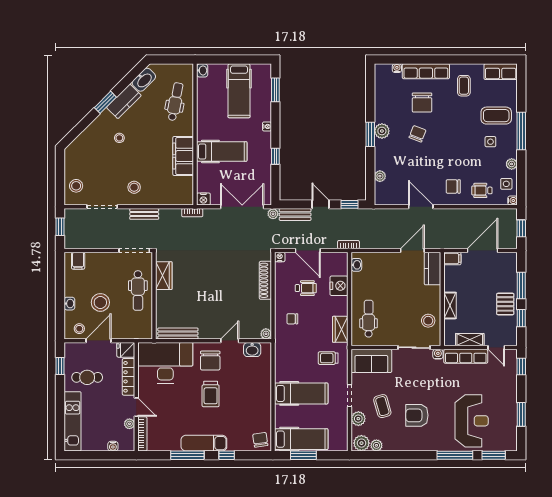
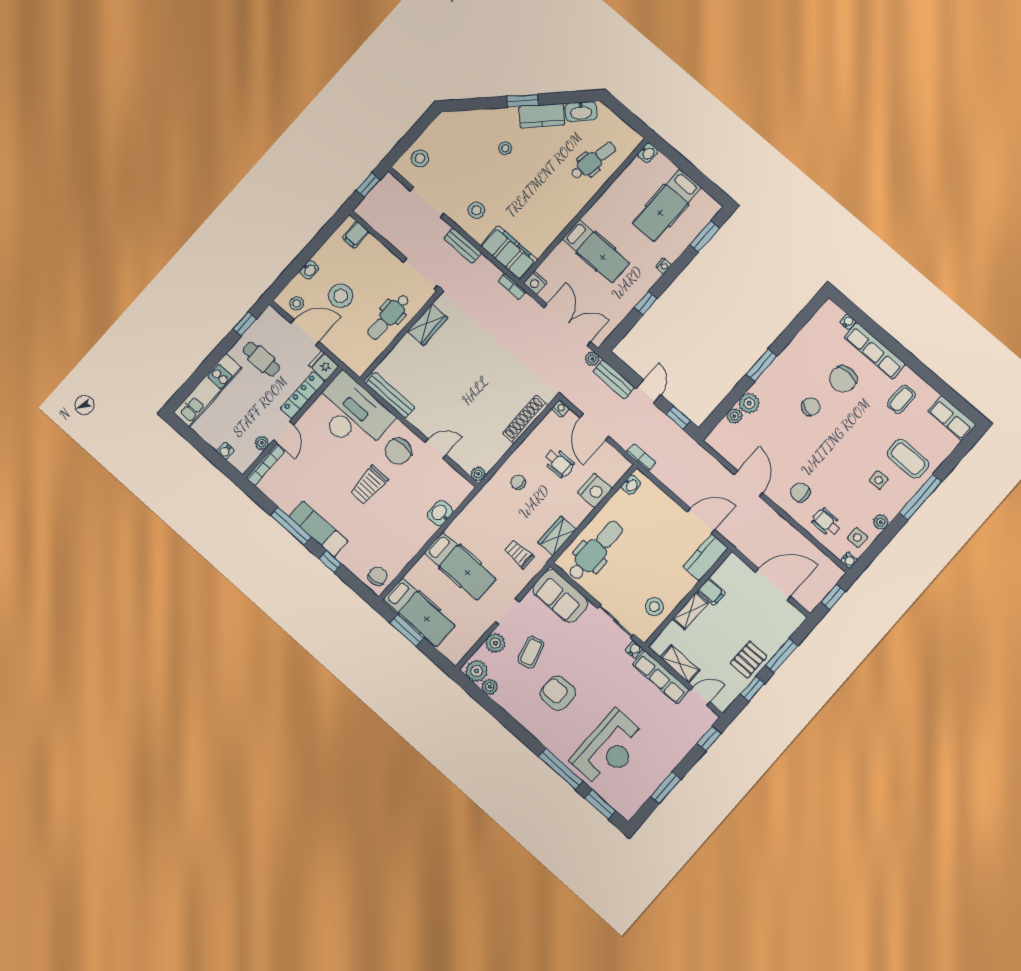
plant: (382, 131) -> (749, 403), moved
filing cabinet: (183, 156) -> (509, 253), moved, turned 90
filing cabinet: (452, 259) -> (712, 592), moved
dental chair: (369, 319) -> (595, 551), width x1.36, depth x1.38
door: (496, 348) -> (700, 696), swing flipped
washbasin: (252, 350) -> (440, 513), moved, turned 90

